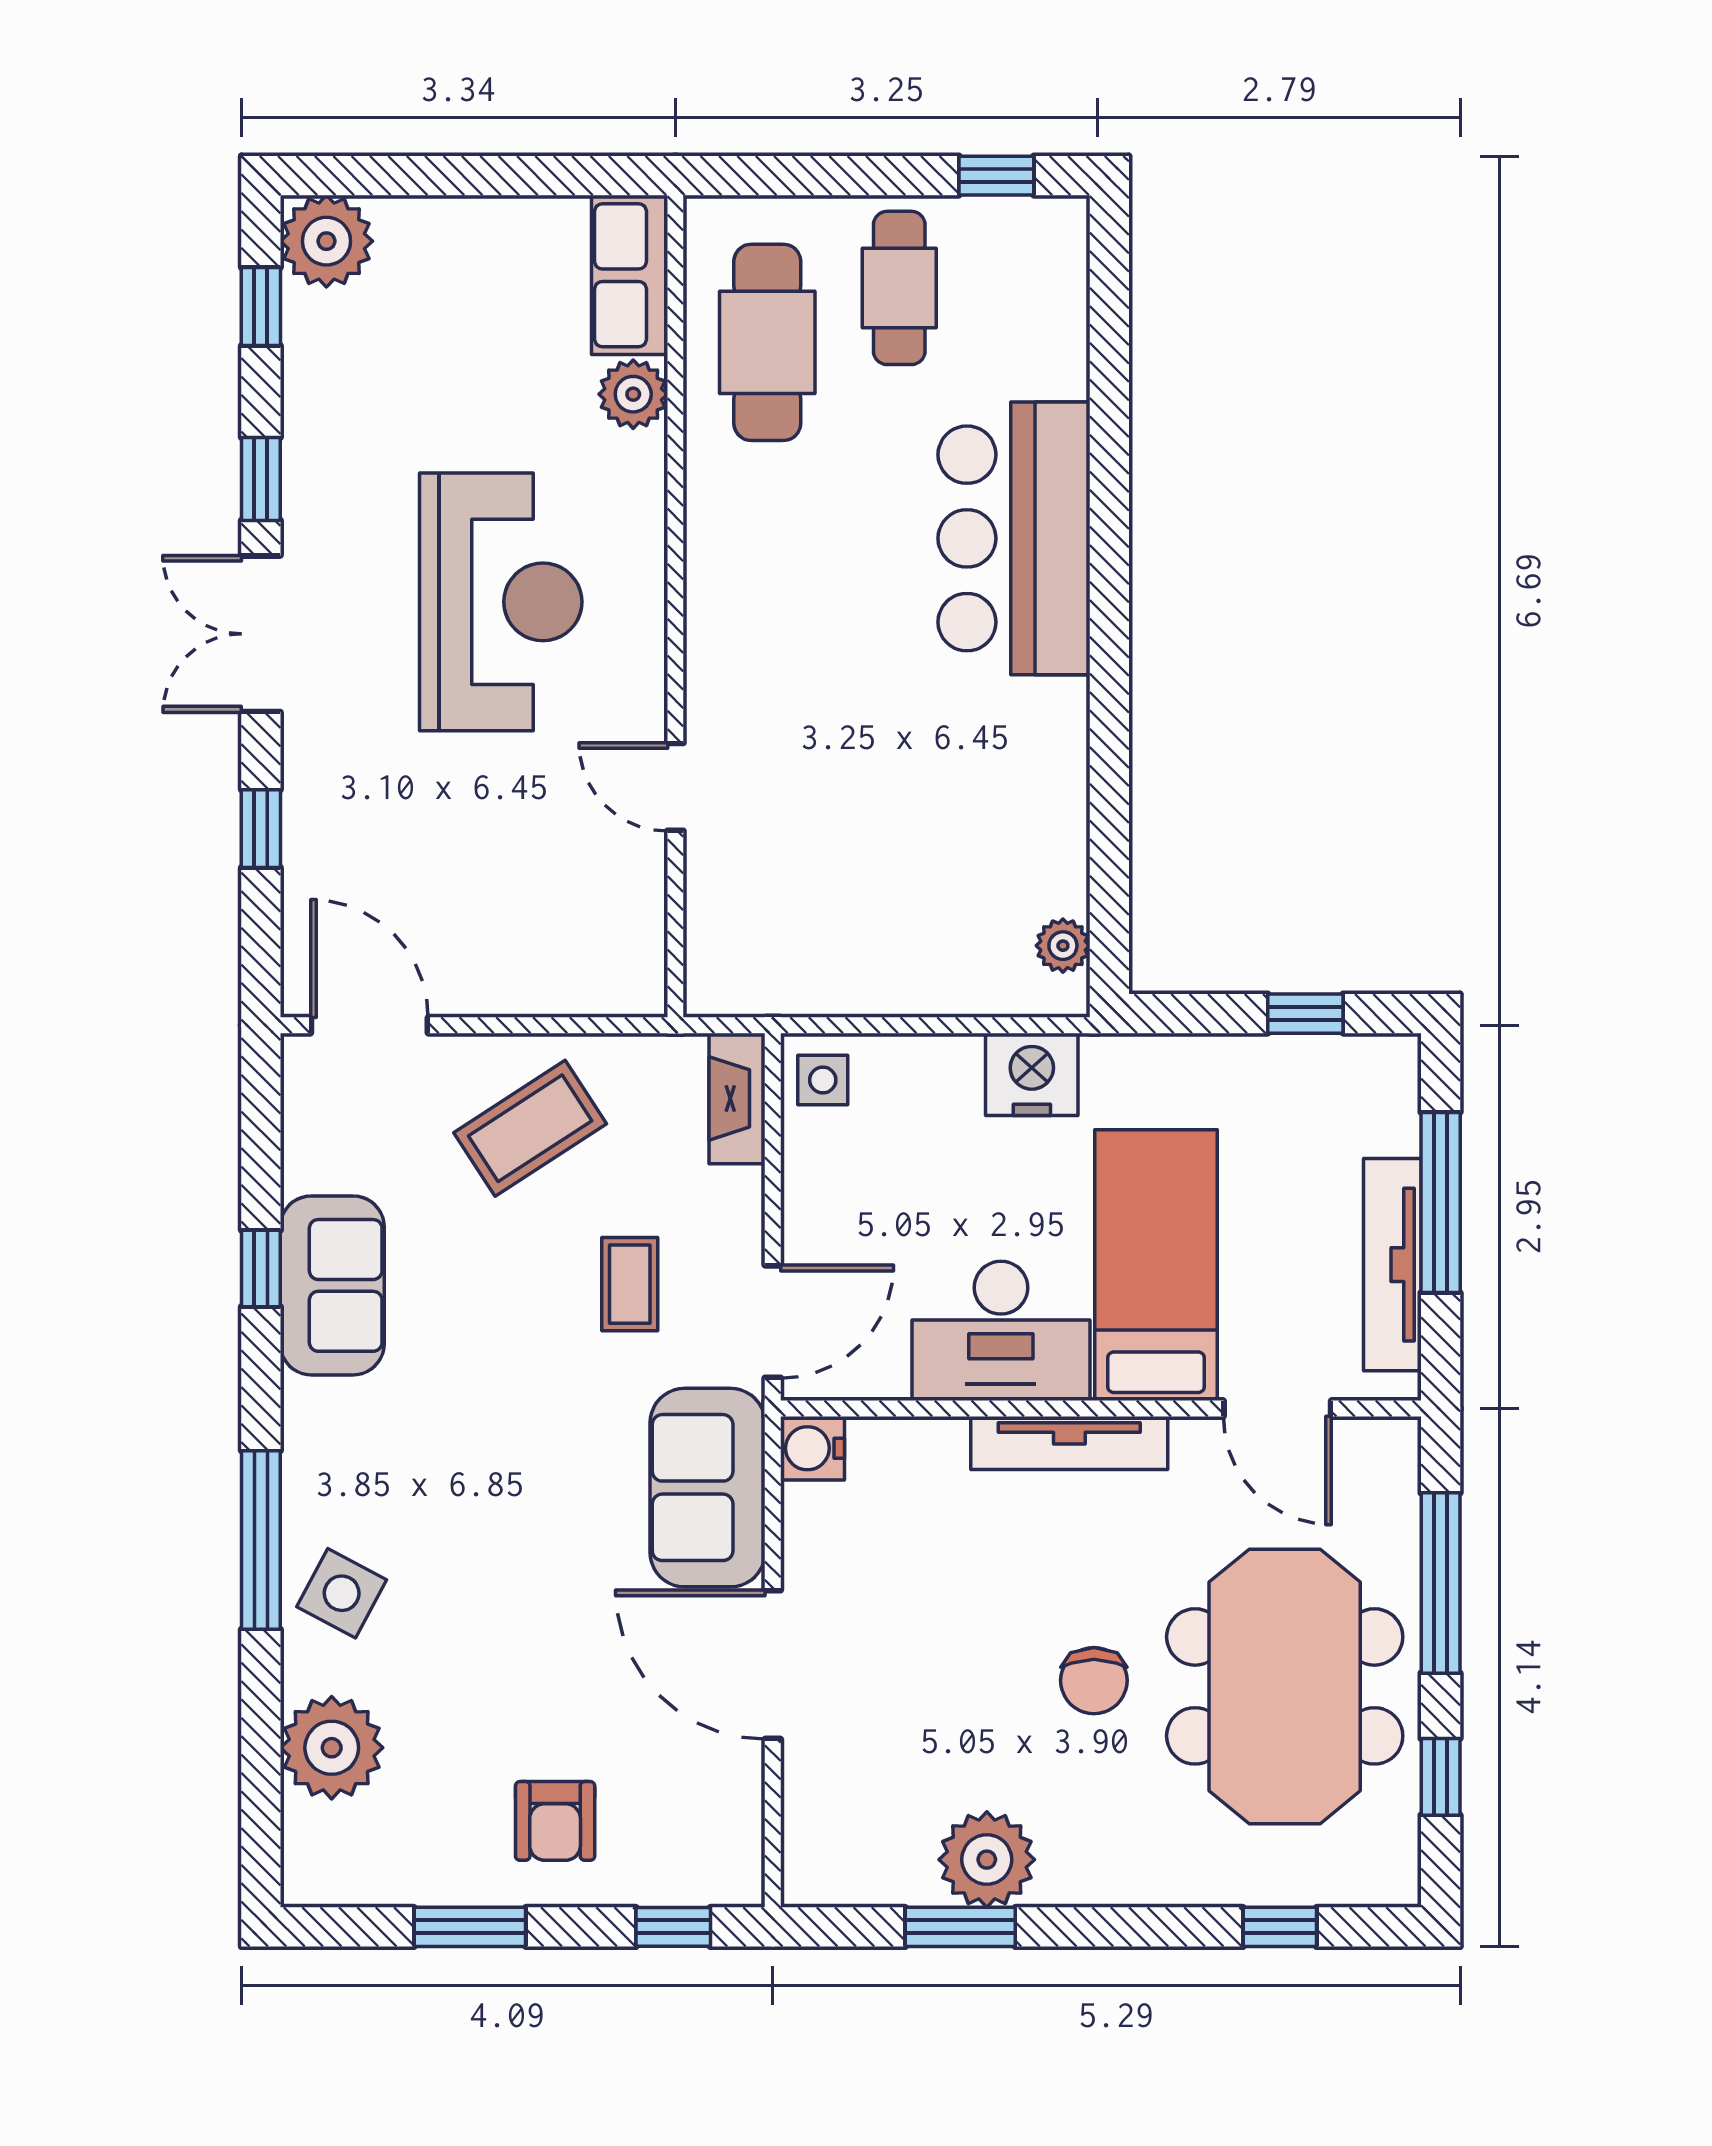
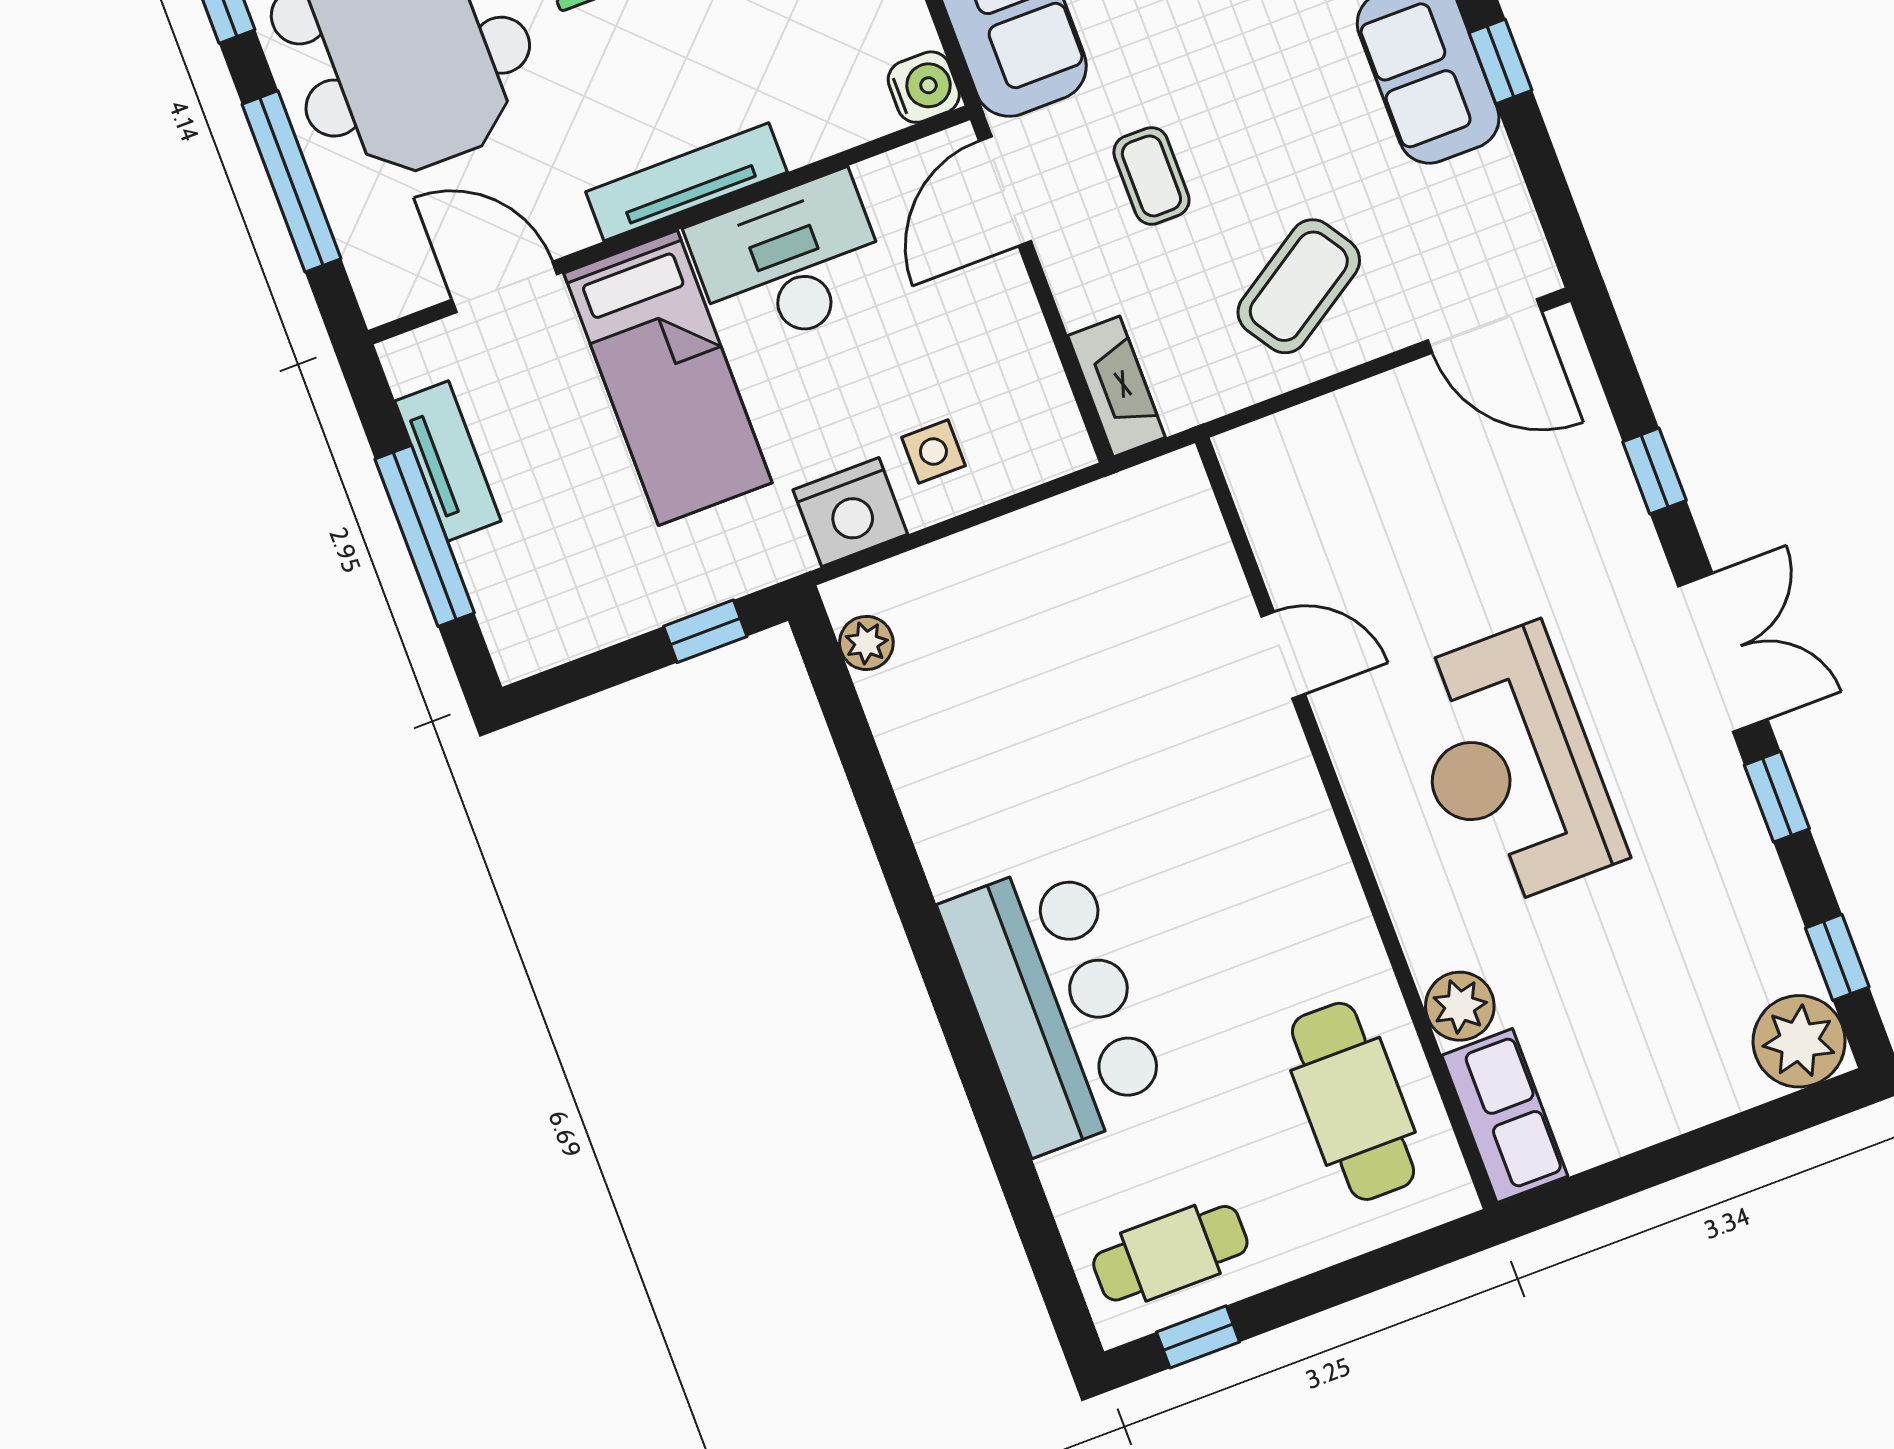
cafe table: (899, 288) -> (1170, 1253), moved, turned 90
window: (1305, 1014) -> (705, 631), moved
side table: (823, 1080) -> (933, 451), moved
tv unit: (1392, 1265) -> (448, 461), width x0.71

